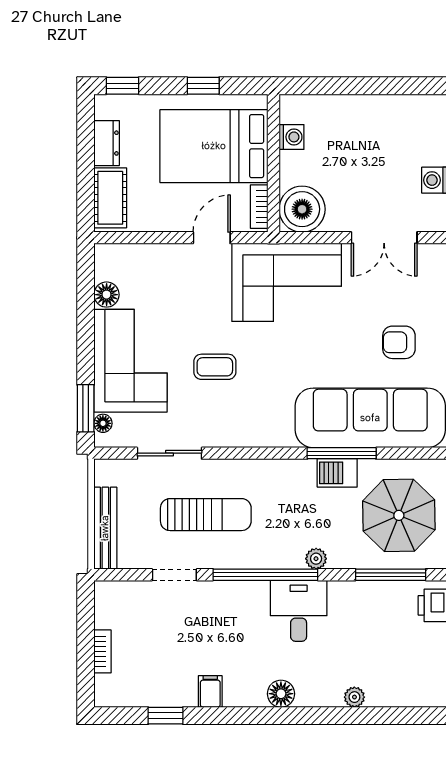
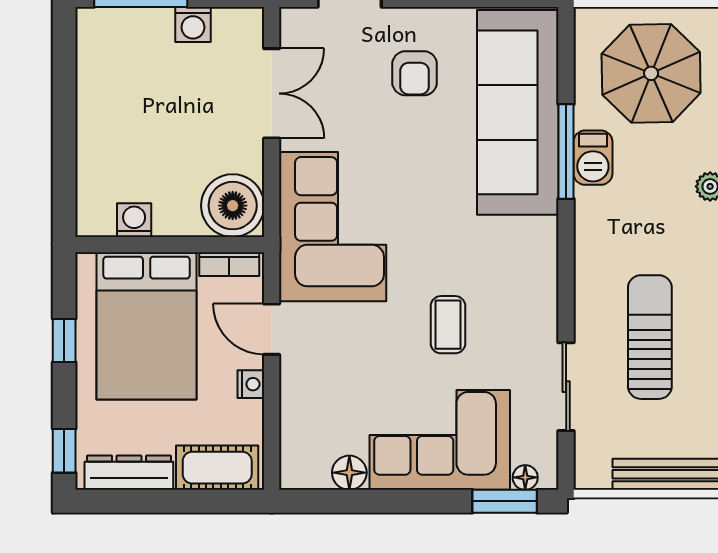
dresser: (107, 143) -> (129, 473), width x1.44
nightstand: (171, 222) -> (251, 384), added

